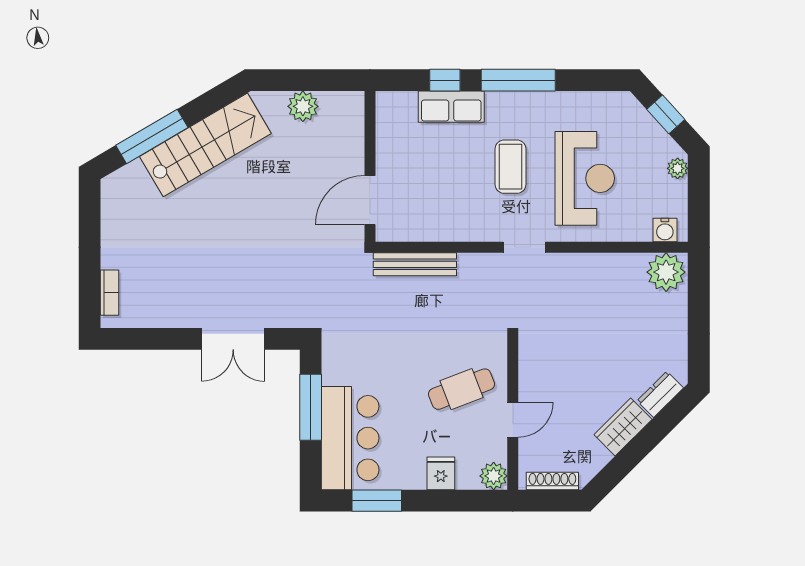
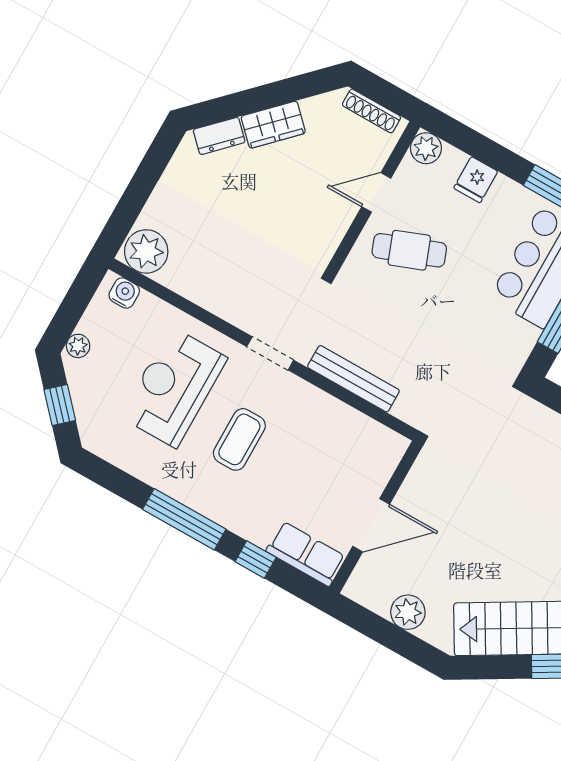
row of seats: (451, 107) -> (306, 554), moved
door: (370, 200) -> (371, 525), moved
bench: (415, 264) -> (353, 379), moved

